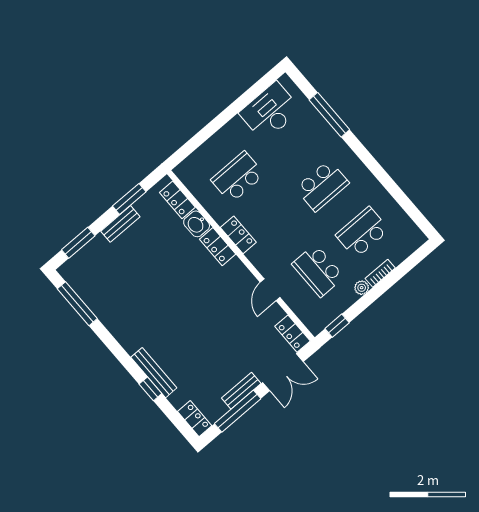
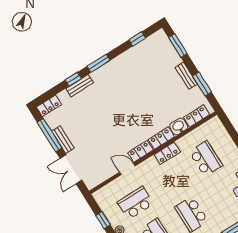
window: (77, 304) -> (137, 39), width x0.46
window: (337, 326) -> (103, 220), moved
locker: (293, 334) -> (141, 151), moved
window: (122, 355) -> (98, 63), added
bench: (154, 373) -> (80, 86), width x0.73

